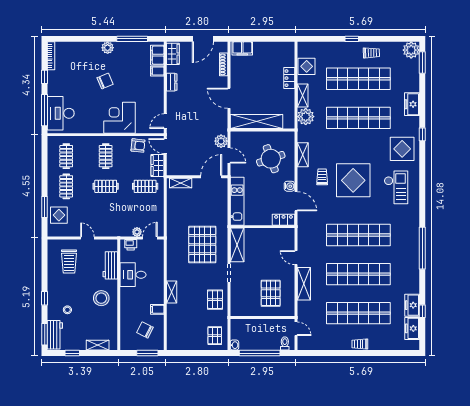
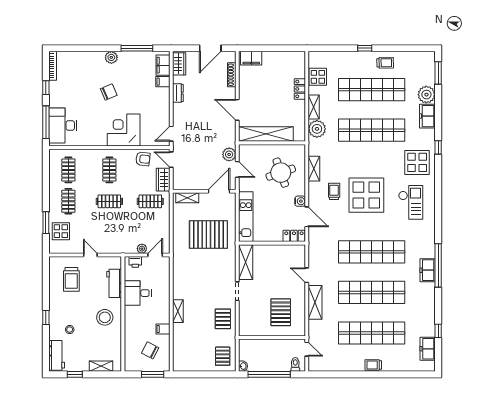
plant: (411, 50) -> (426, 95), moved
pallet: (202, 245) -> (208, 234), moved, turned 90
freezer: (412, 305) -> (428, 270), moved
window: (45, 334) -> (46, 355), removed

